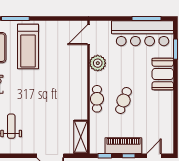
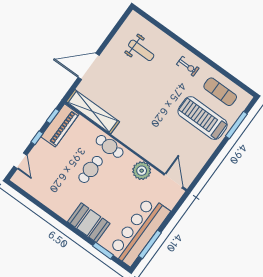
cafe table: (123, 100) -> (91, 169), turned 73
shelving: (81, 137) -> (93, 112), width x1.47
piano: (123, 146) -> (60, 125), moved

